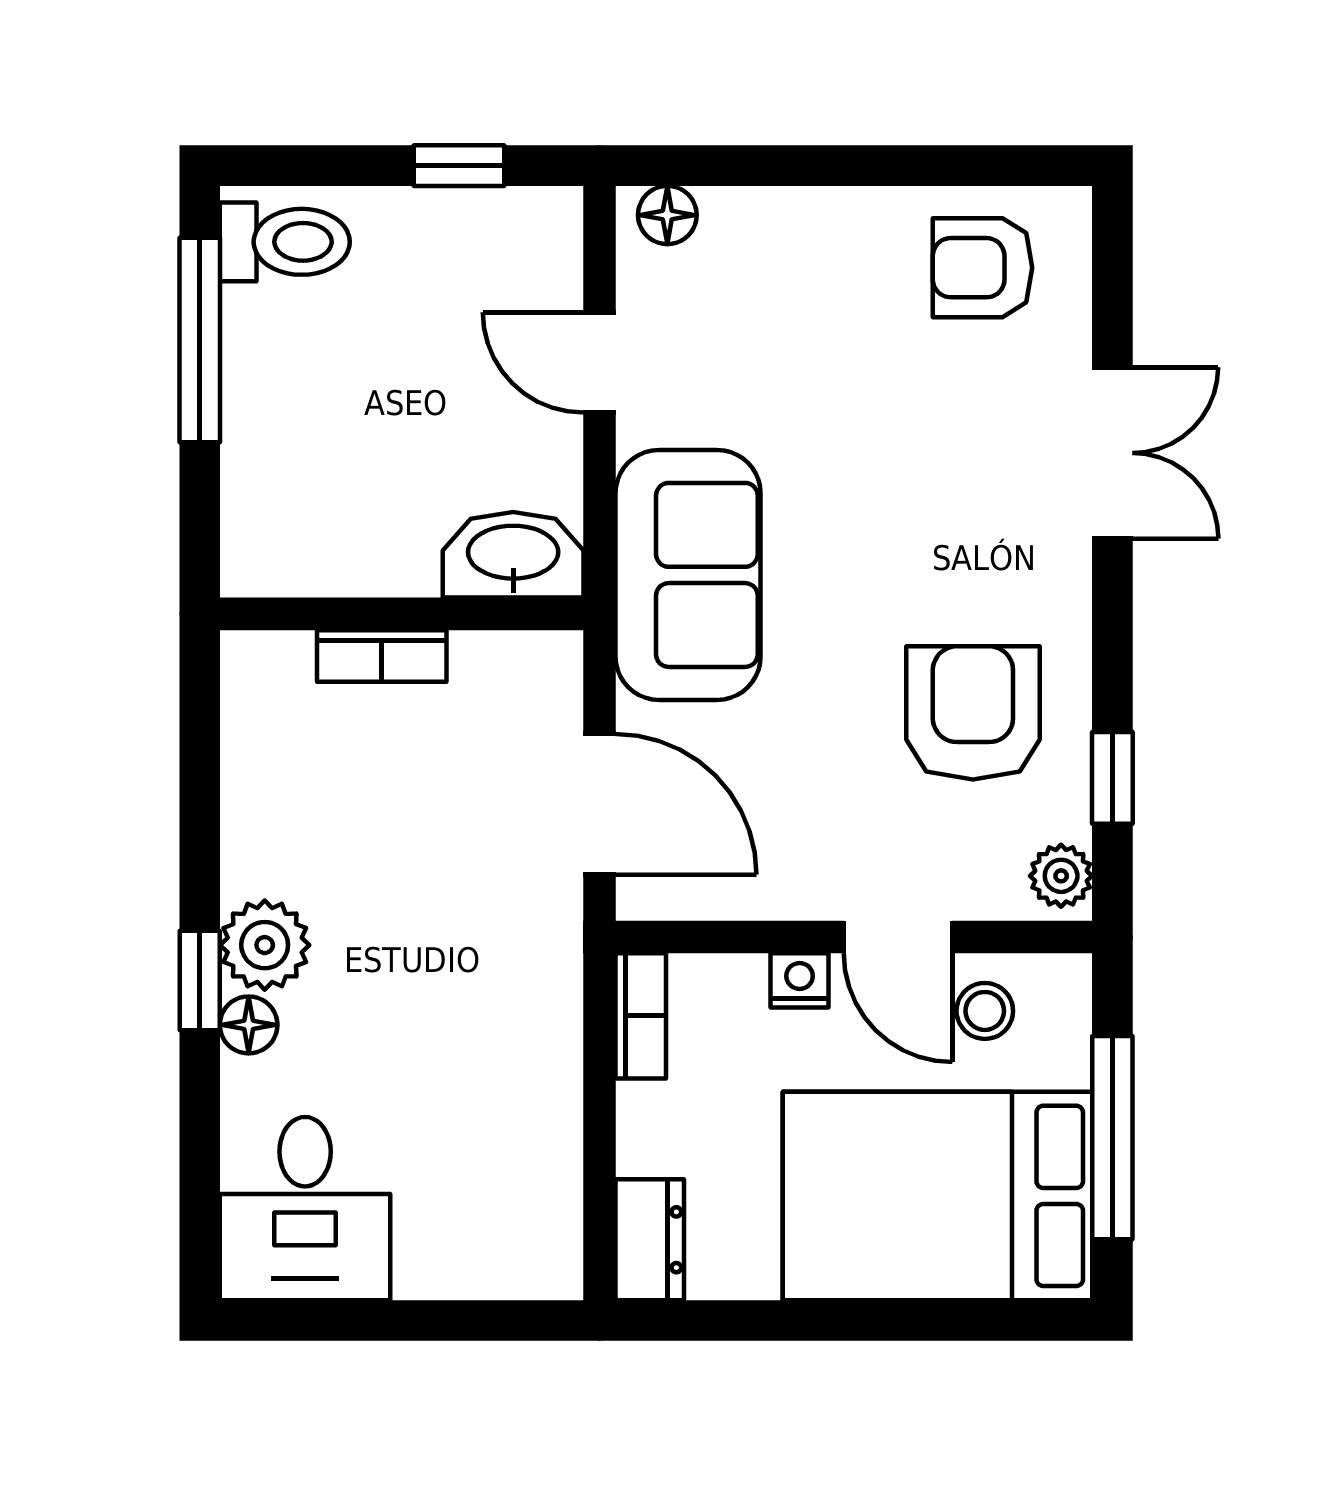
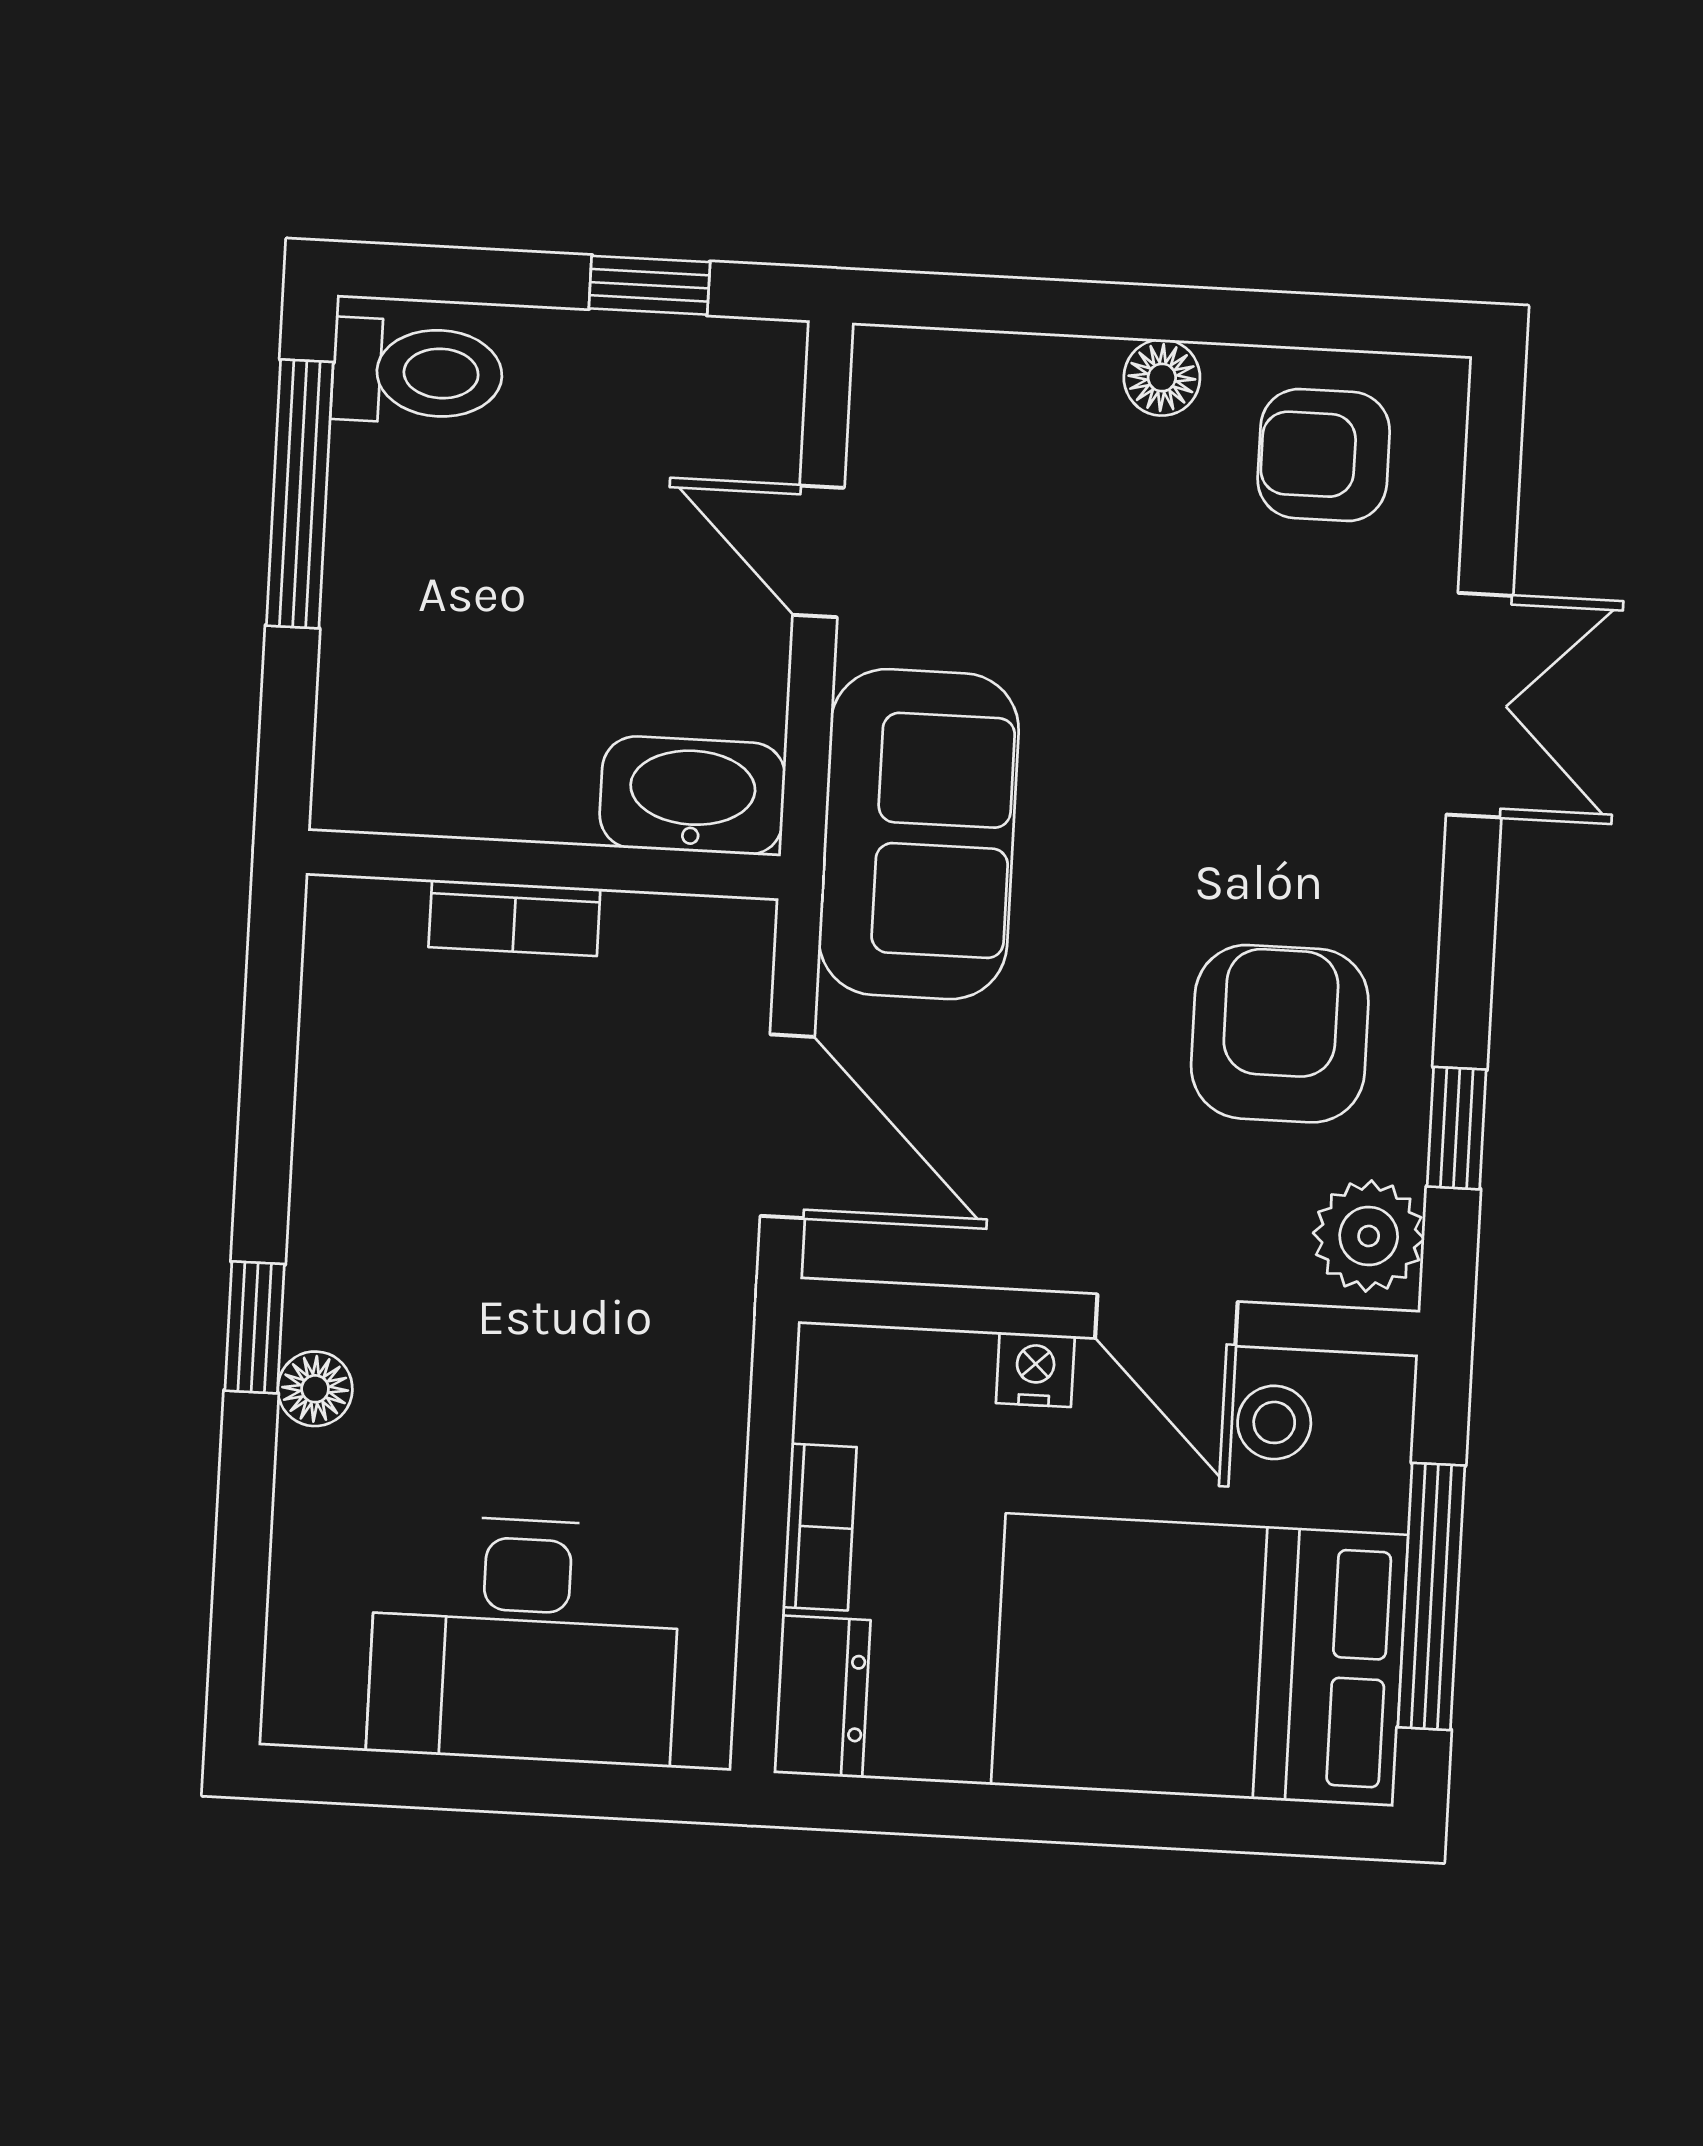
floor lamp: (667, 215) -> (1162, 378), moved
plant: (1061, 876) -> (1369, 1236), width x1.38, depth x1.38
plant: (265, 945) -> (342, 1286), removed
bookcase: (641, 1016) -> (820, 1527), moved
desk: (305, 1209) -> (524, 1640), moved, width x1.37

